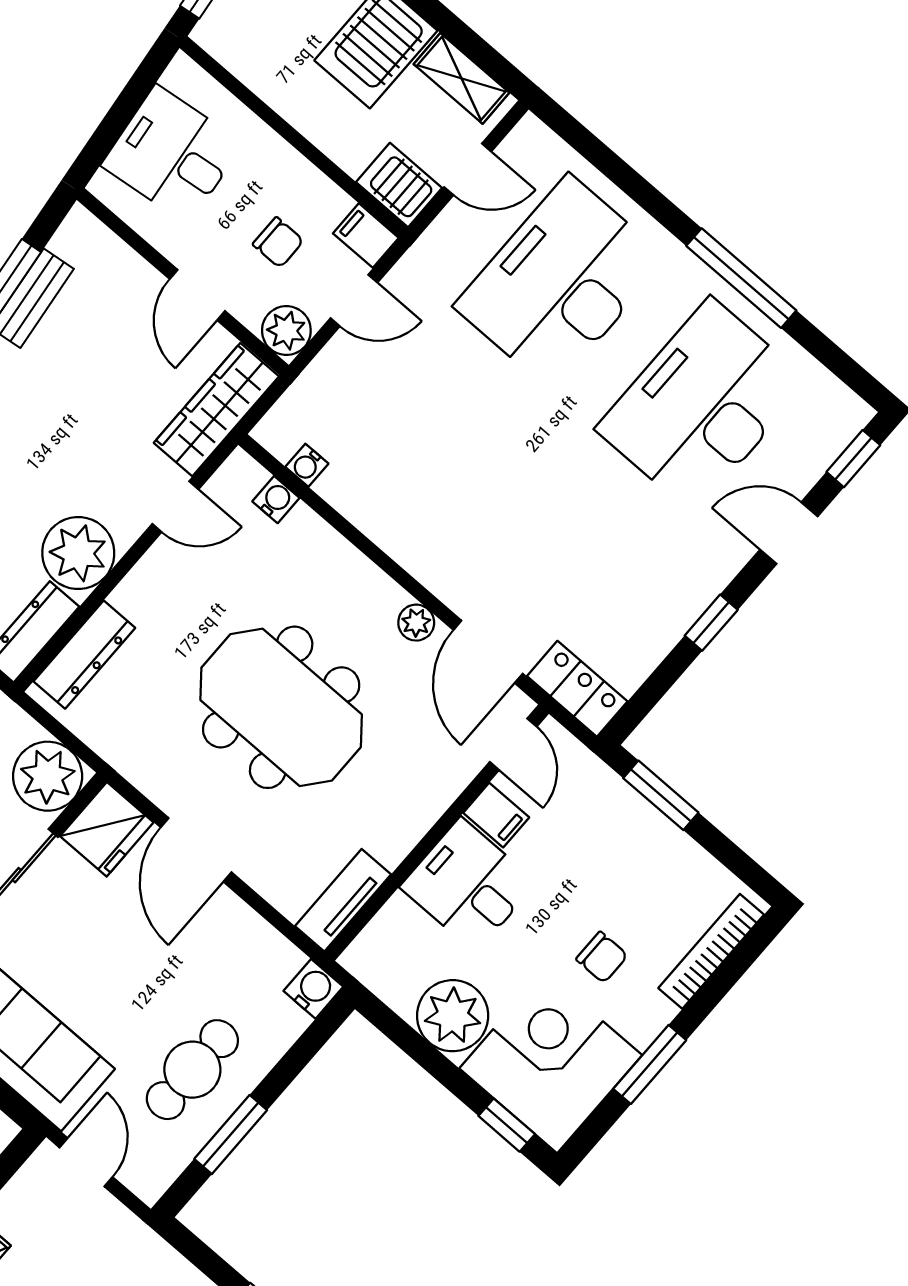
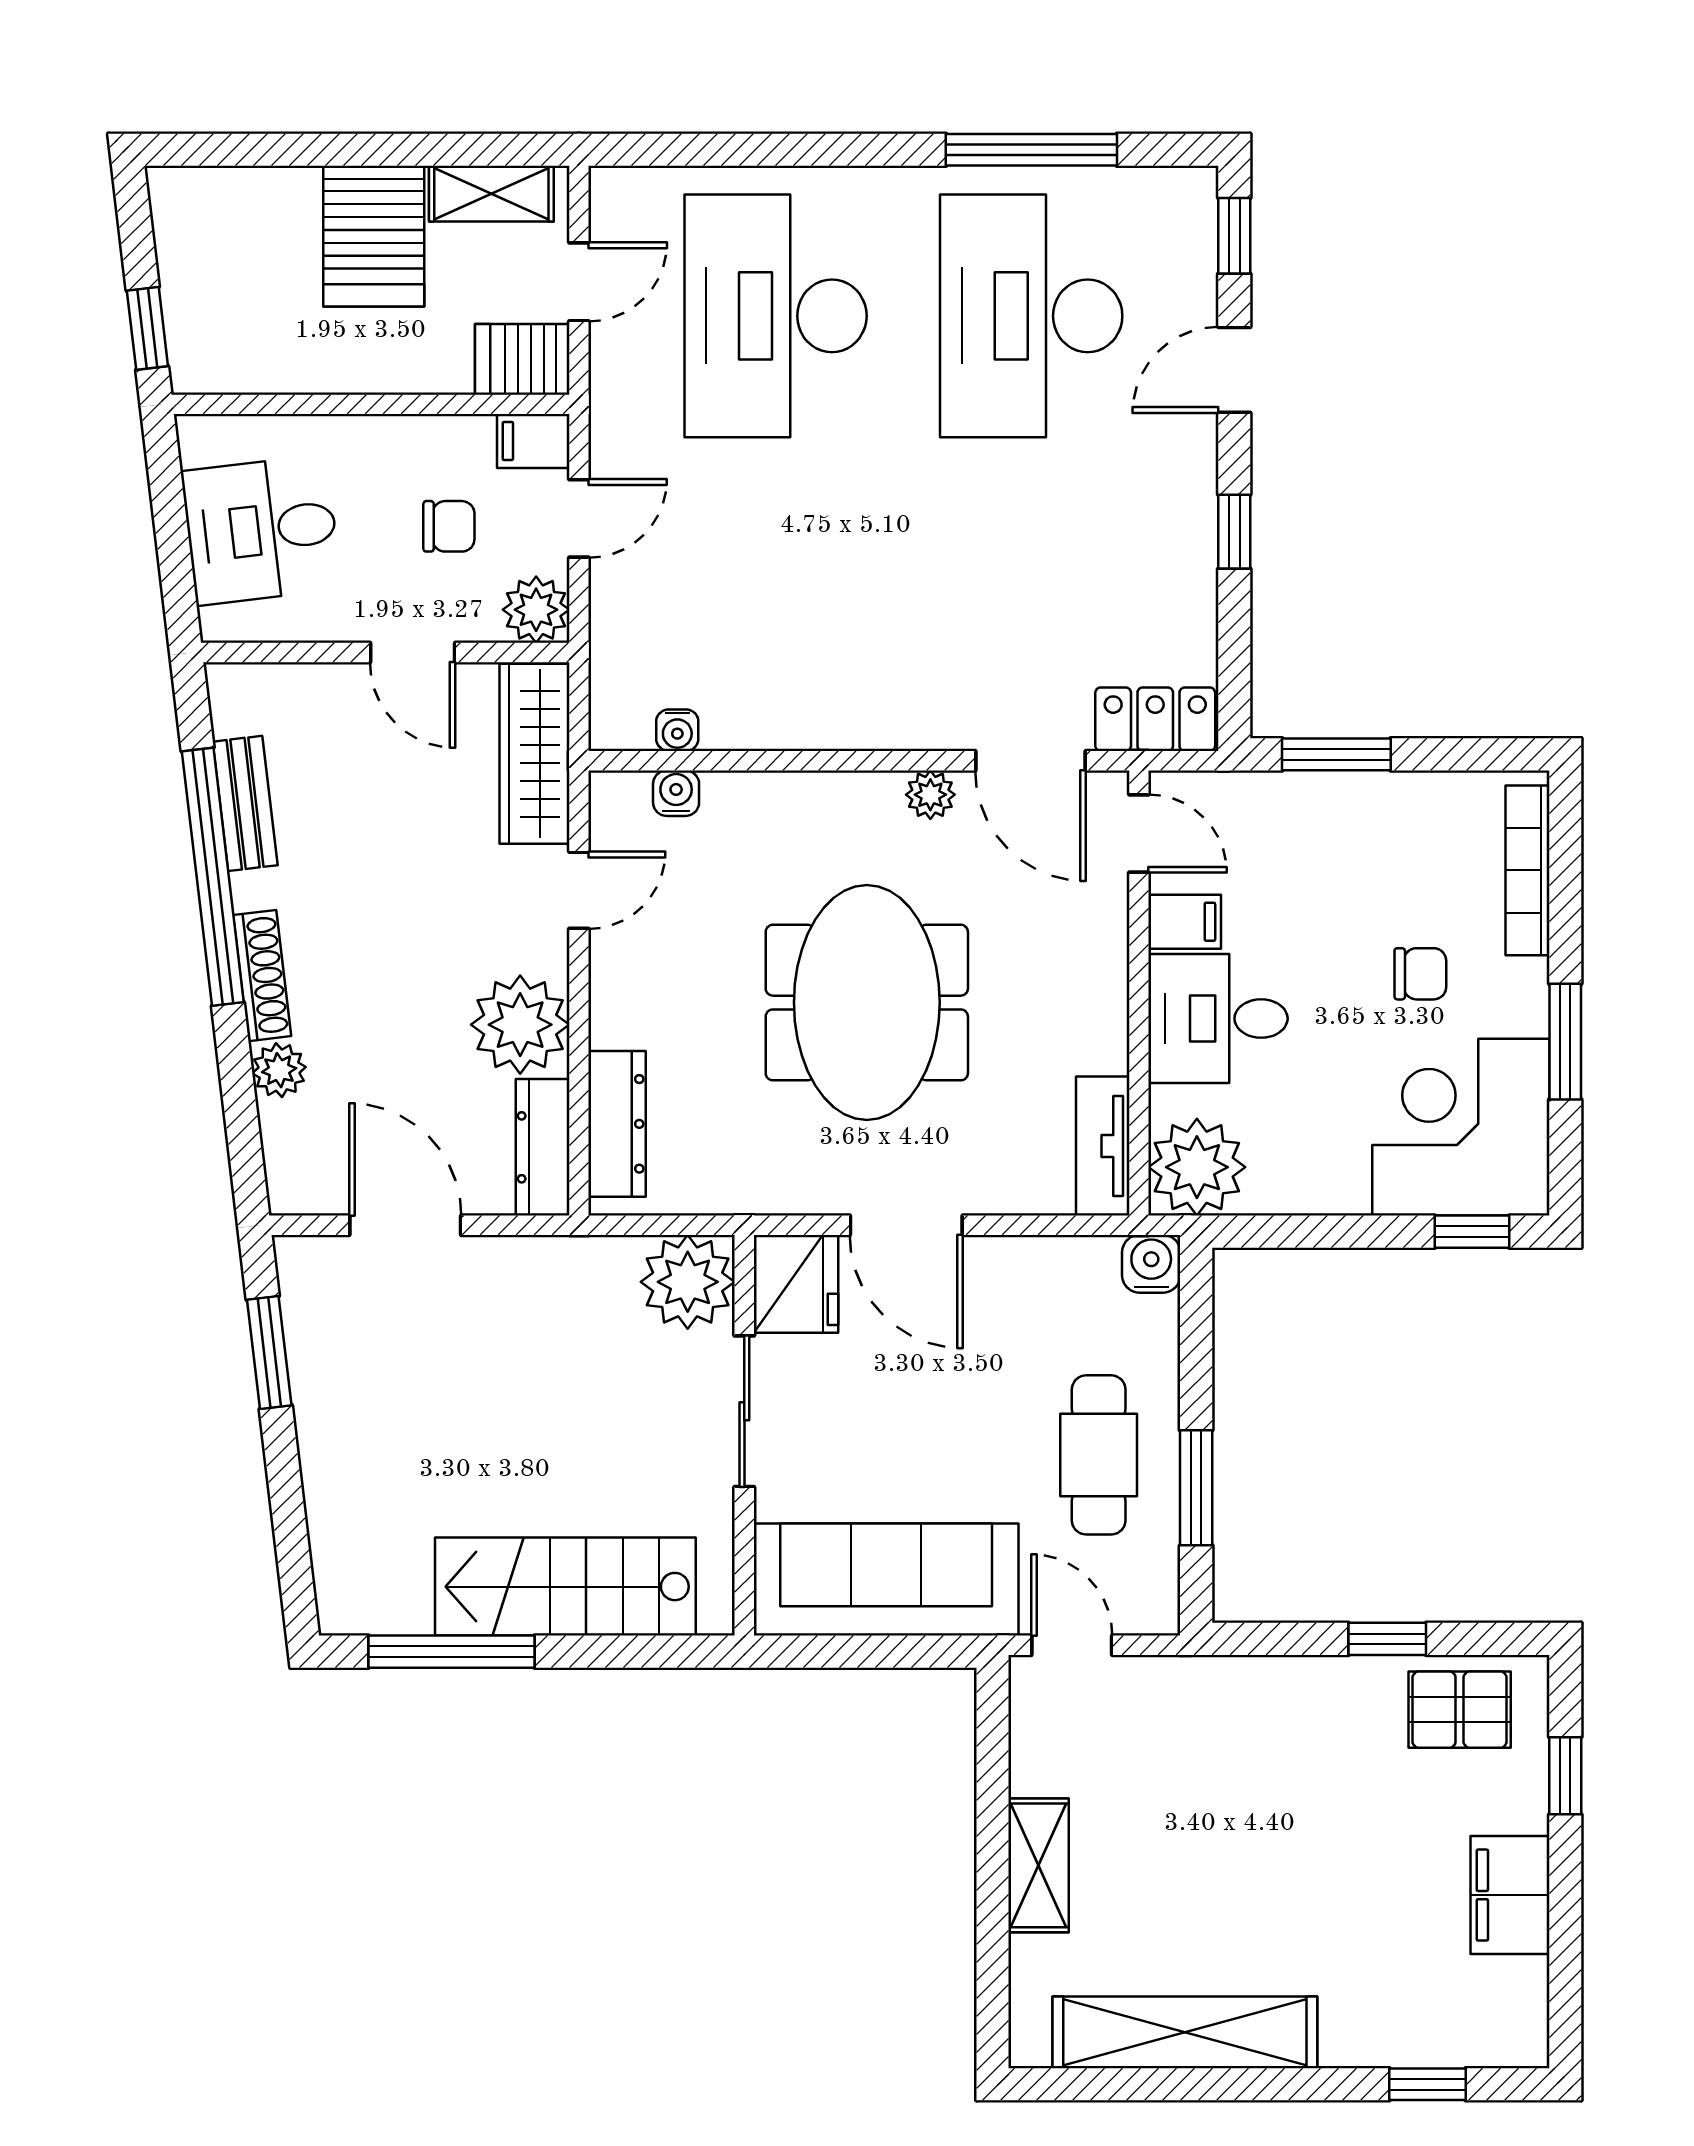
window: (741, 278) -> (1031, 150), moved
meeting table: (281, 707) -> (867, 1003), turned 90
plant: (453, 1016) -> (1197, 1167), moved

